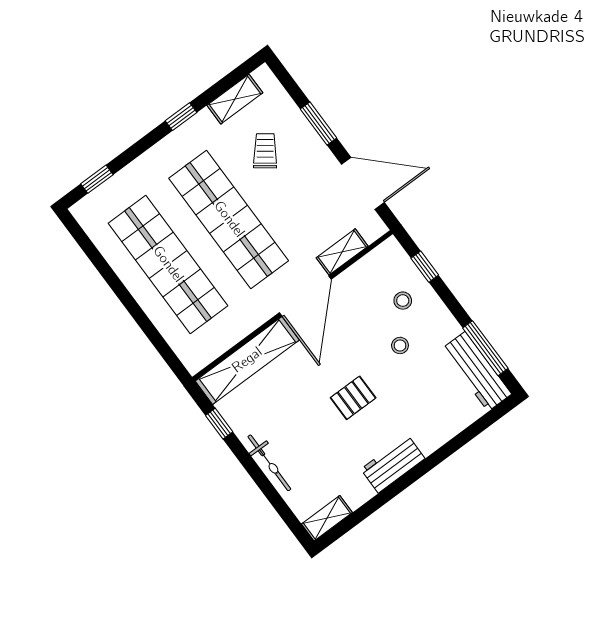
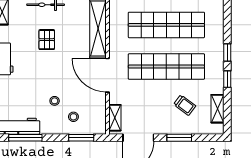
window: (97, 179) -> (227, 53), moved
shelving: (342, 252) -> (115, 118), moved
window: (425, 267) -> (81, 138), width x1.50
pallet: (353, 398) -> (47, 40), moved

